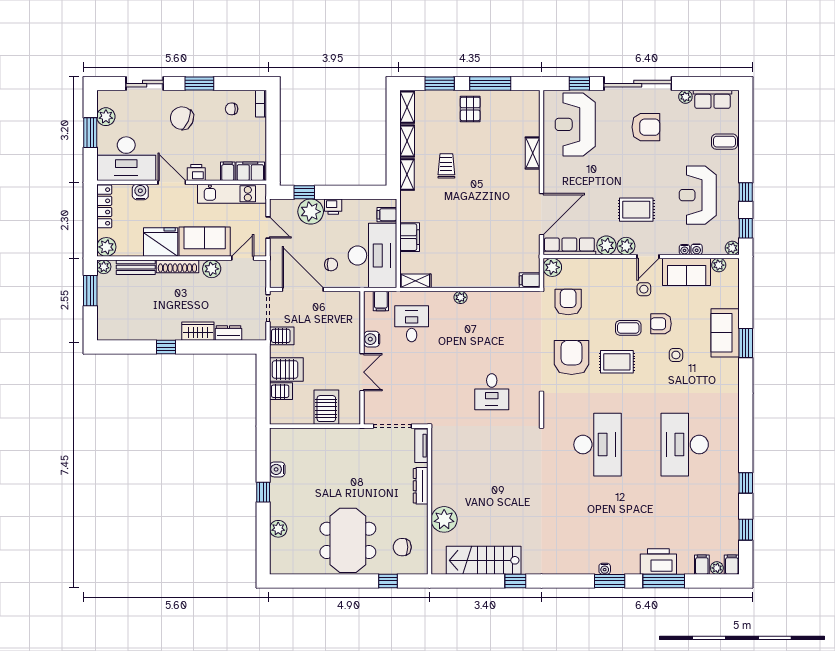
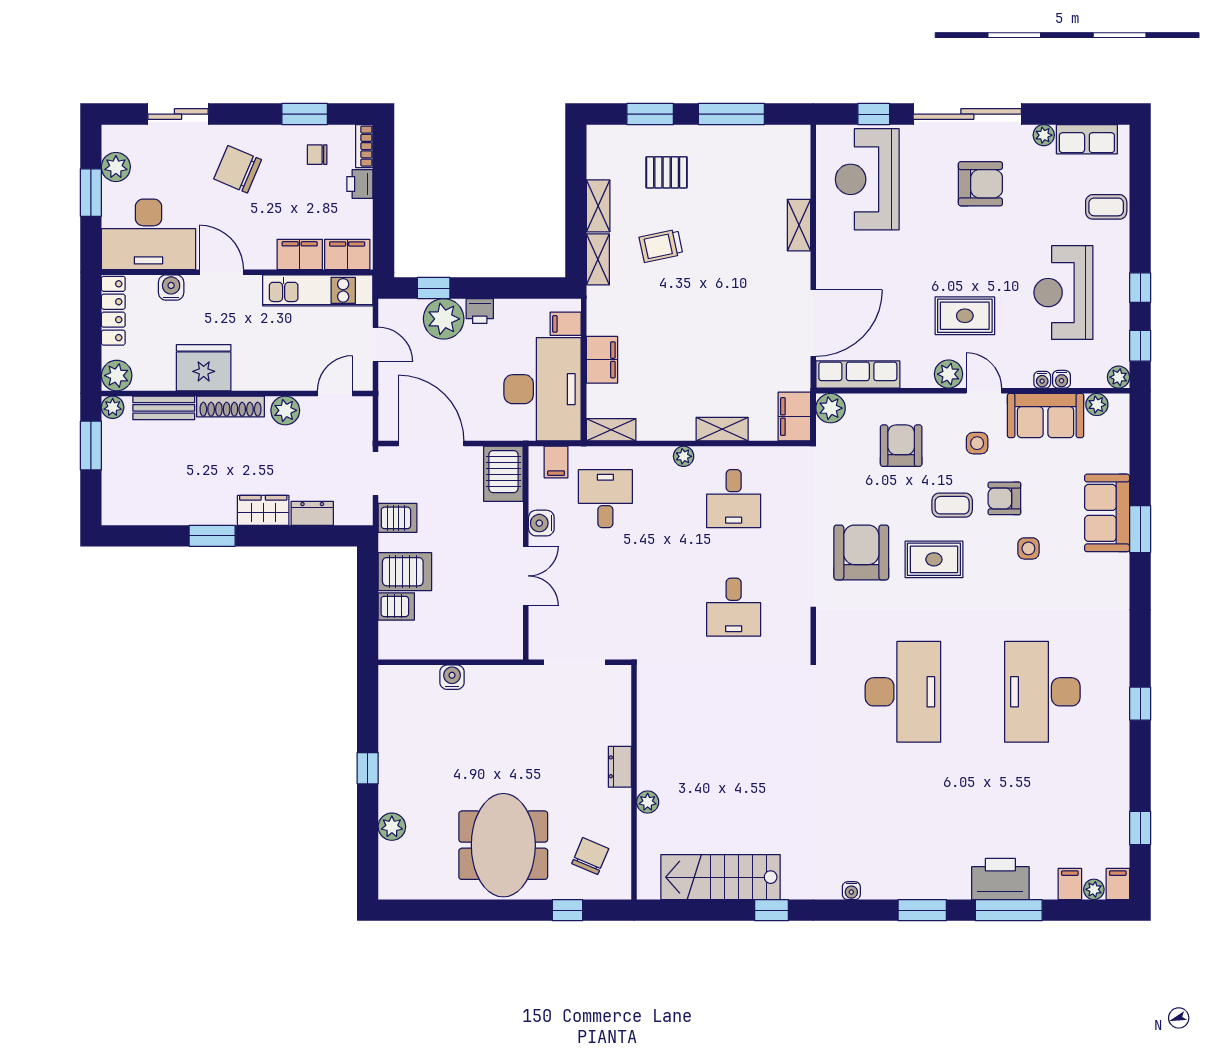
window: (199, 84) -> (305, 114), moved
shelving: (407, 107) -> (722, 429), moved, turned 90
pallet: (470, 109) -> (667, 172), moved, turned 90
trolley: (446, 166) -> (661, 246), turned -102
filing cabinet: (228, 171) -> (300, 254), width x2.00
printer: (196, 173) -> (360, 184), moved, turned -90
sofa: (205, 242) -> (274, 367), removed
plant: (606, 245) -> (917, 373), removed
door: (648, 256) -> (984, 391), swing flipped
chair: (331, 265) -> (476, 404), removed
filing cabinet: (530, 280) -> (794, 417), width x2.00
armchair: (568, 302) -> (901, 446), moved
desk: (492, 324) -> (734, 499), added
window: (166, 347) -> (212, 536), width x1.50
server rack: (326, 407) -> (503, 474), moved, turned 180
tv unit: (421, 446) -> (621, 694), removed
water cooler: (277, 469) -> (452, 677), moved, turned 90
window: (746, 483) -> (1140, 704), moved
dresser: (421, 486) -> (620, 767), width x0.70
plant: (444, 519) -> (648, 802), width x0.53, depth x0.53
chair: (402, 547) -> (590, 856), turned 113
water cooler: (605, 569) -> (851, 891), moved

